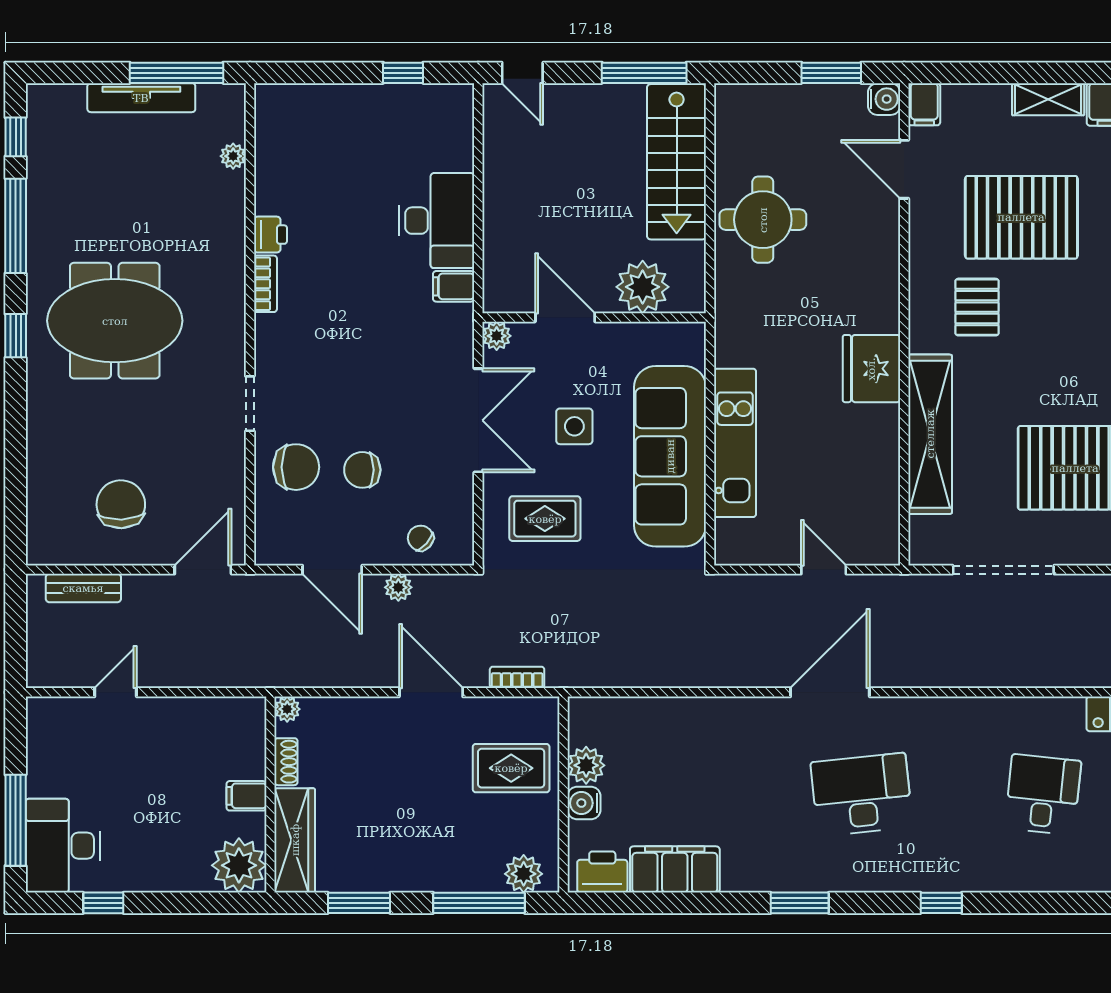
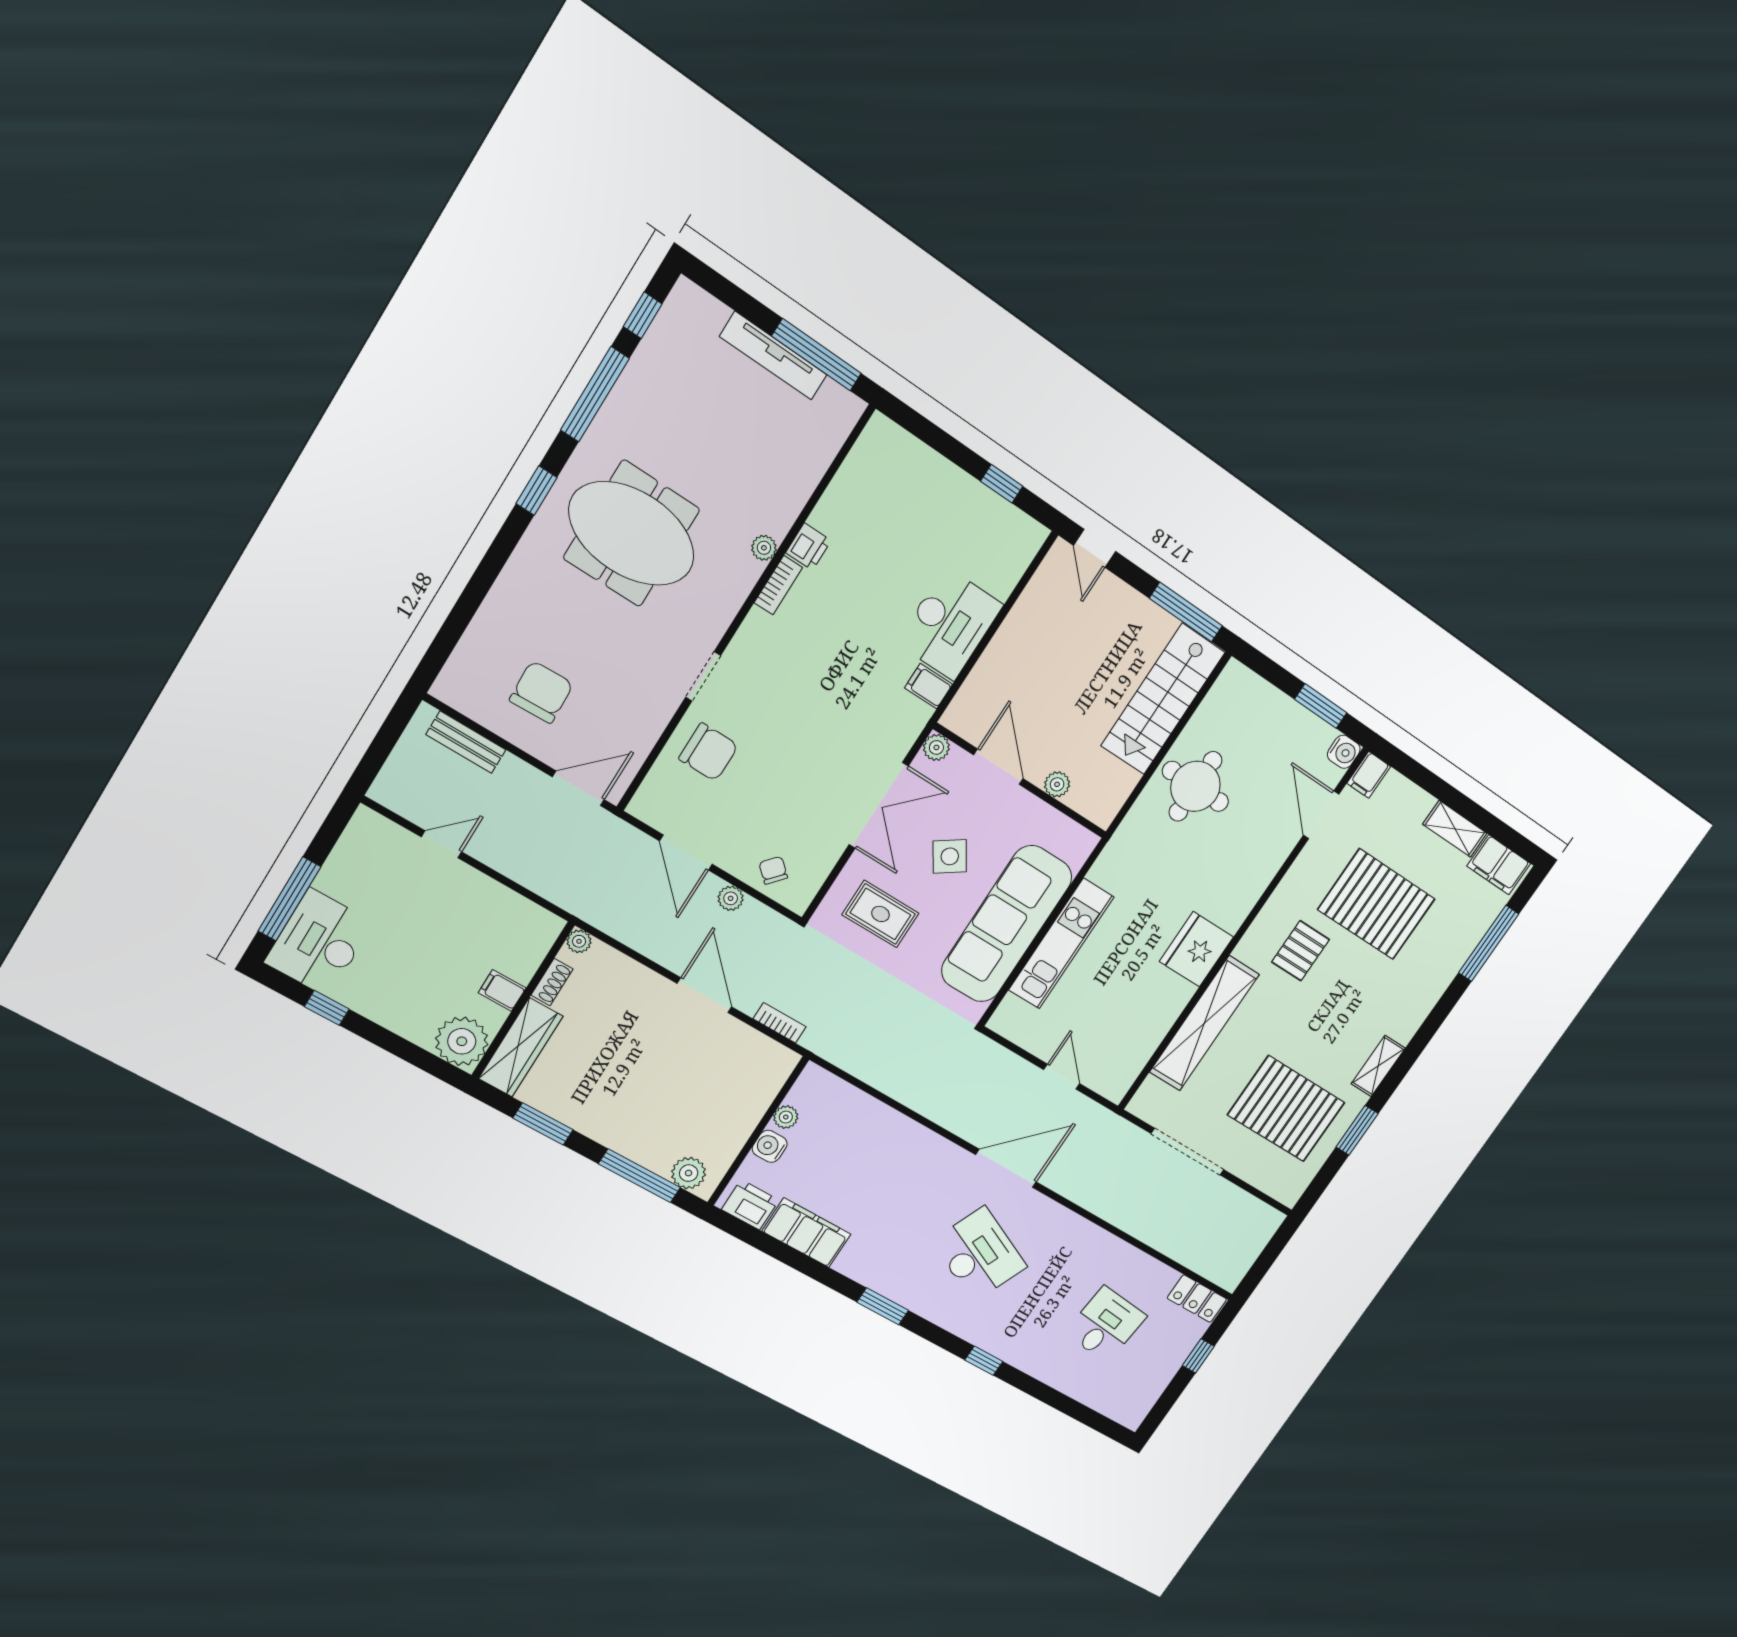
plant: (233, 156) -> (764, 548), moved
plant: (643, 287) -> (1057, 784), width x0.53, depth x0.53
side table: (574, 426) -> (950, 856), turned -34
chair: (362, 470) -> (761, 788), removed
plant: (586, 765) -> (786, 1117), width x0.73, depth x0.73
rug: (511, 768) -> (730, 1089), removed
desk: (862, 795) -> (979, 1254), turned 30

